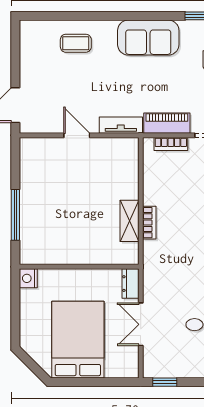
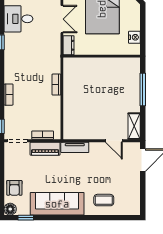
sofa: (148, 38) -> (57, 204), width x1.36
door: (77, 135) -> (114, 141), moved
shelving: (129, 221) -> (134, 126), moved
nightstand: (28, 278) -> (134, 37), moved

